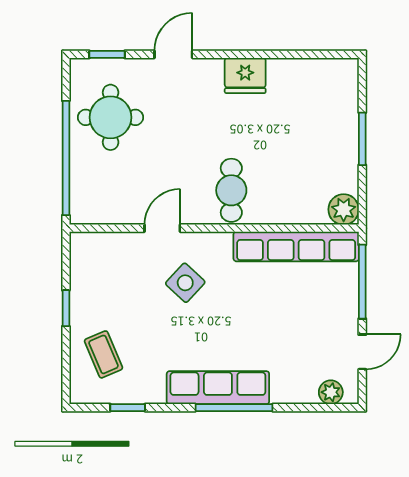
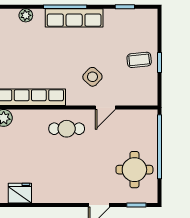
fridge: (245, 75) -> (20, 193), moved
cafe table: (231, 190) -> (67, 129), turned 90
coffee table: (103, 354) -> (139, 60), moved, turned -73
plant: (331, 392) -> (26, 15), moved

